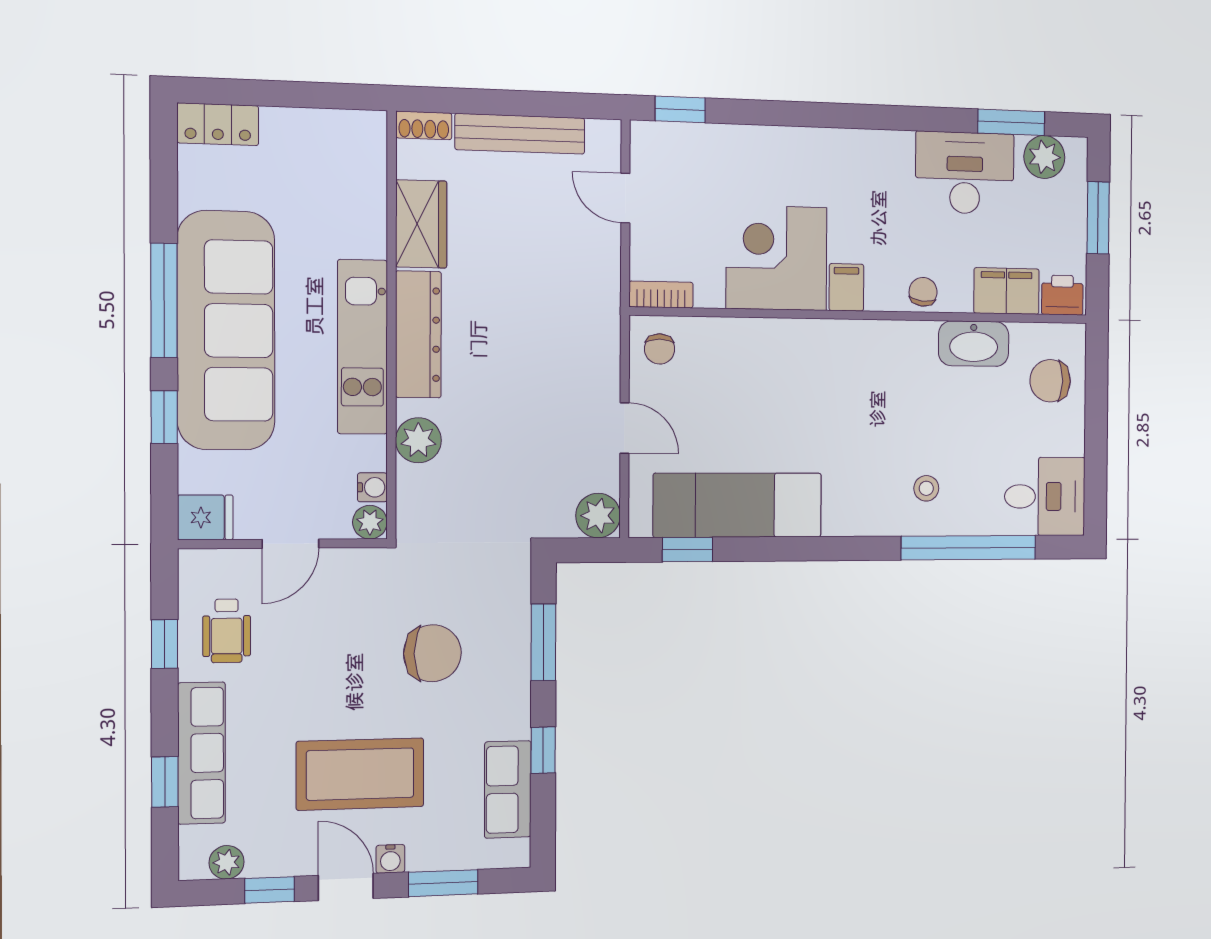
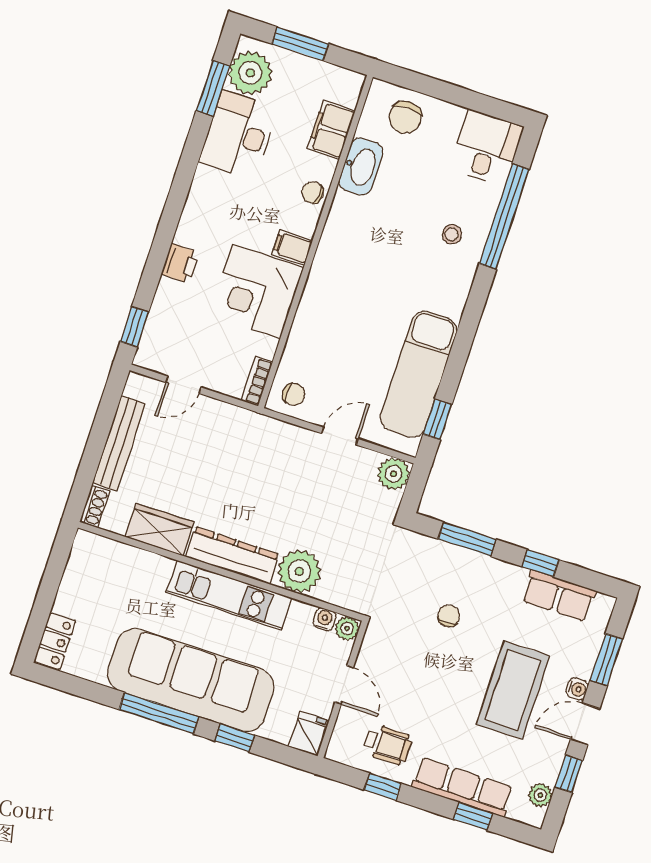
plant: (1044, 157) -> (250, 73), width x1.36, depth x1.36
printer: (1062, 295) -> (180, 263), moved, turned 180
plant: (418, 440) -> (299, 571), width x1.36, depth x1.36
chair: (432, 653) -> (449, 616), width x0.54, depth x0.54

